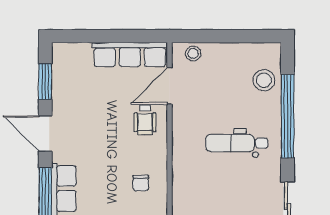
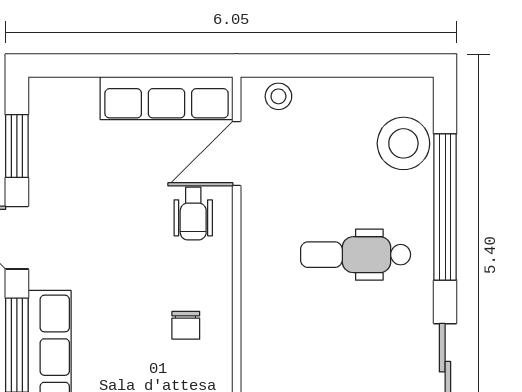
stool: (264, 80) -> (403, 143), width x1.38, depth x1.38

